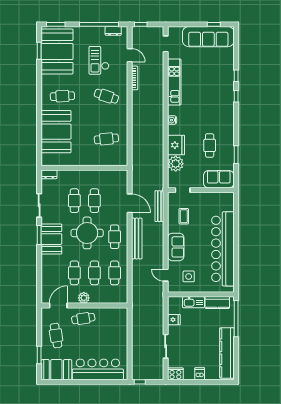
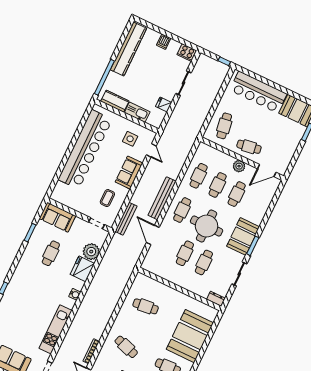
cafe table: (56, 336) -> (224, 126), moved

